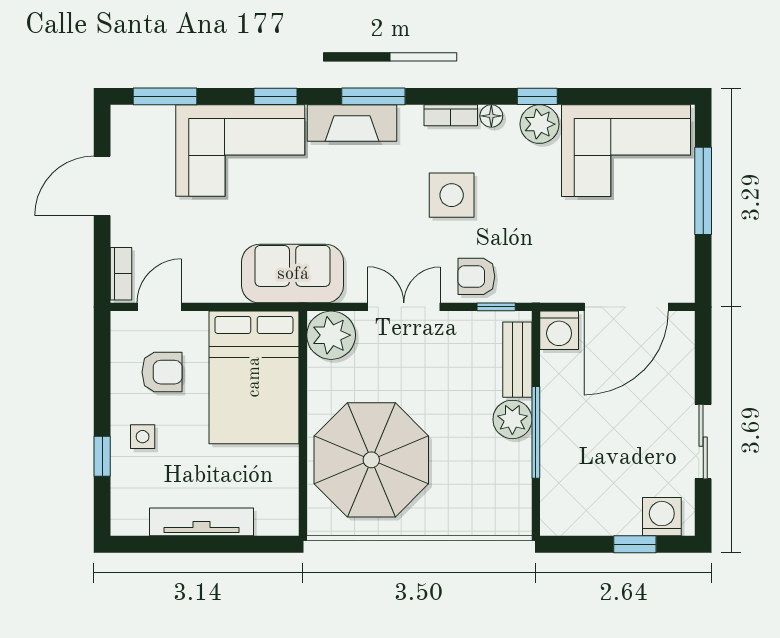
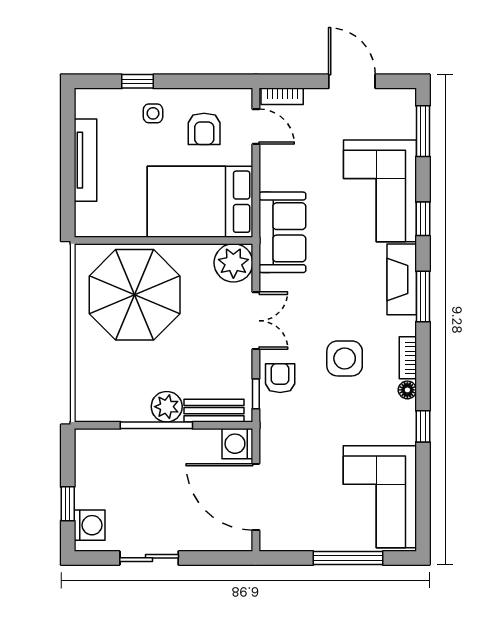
plant: (539, 124) -> (401, 428), removed

